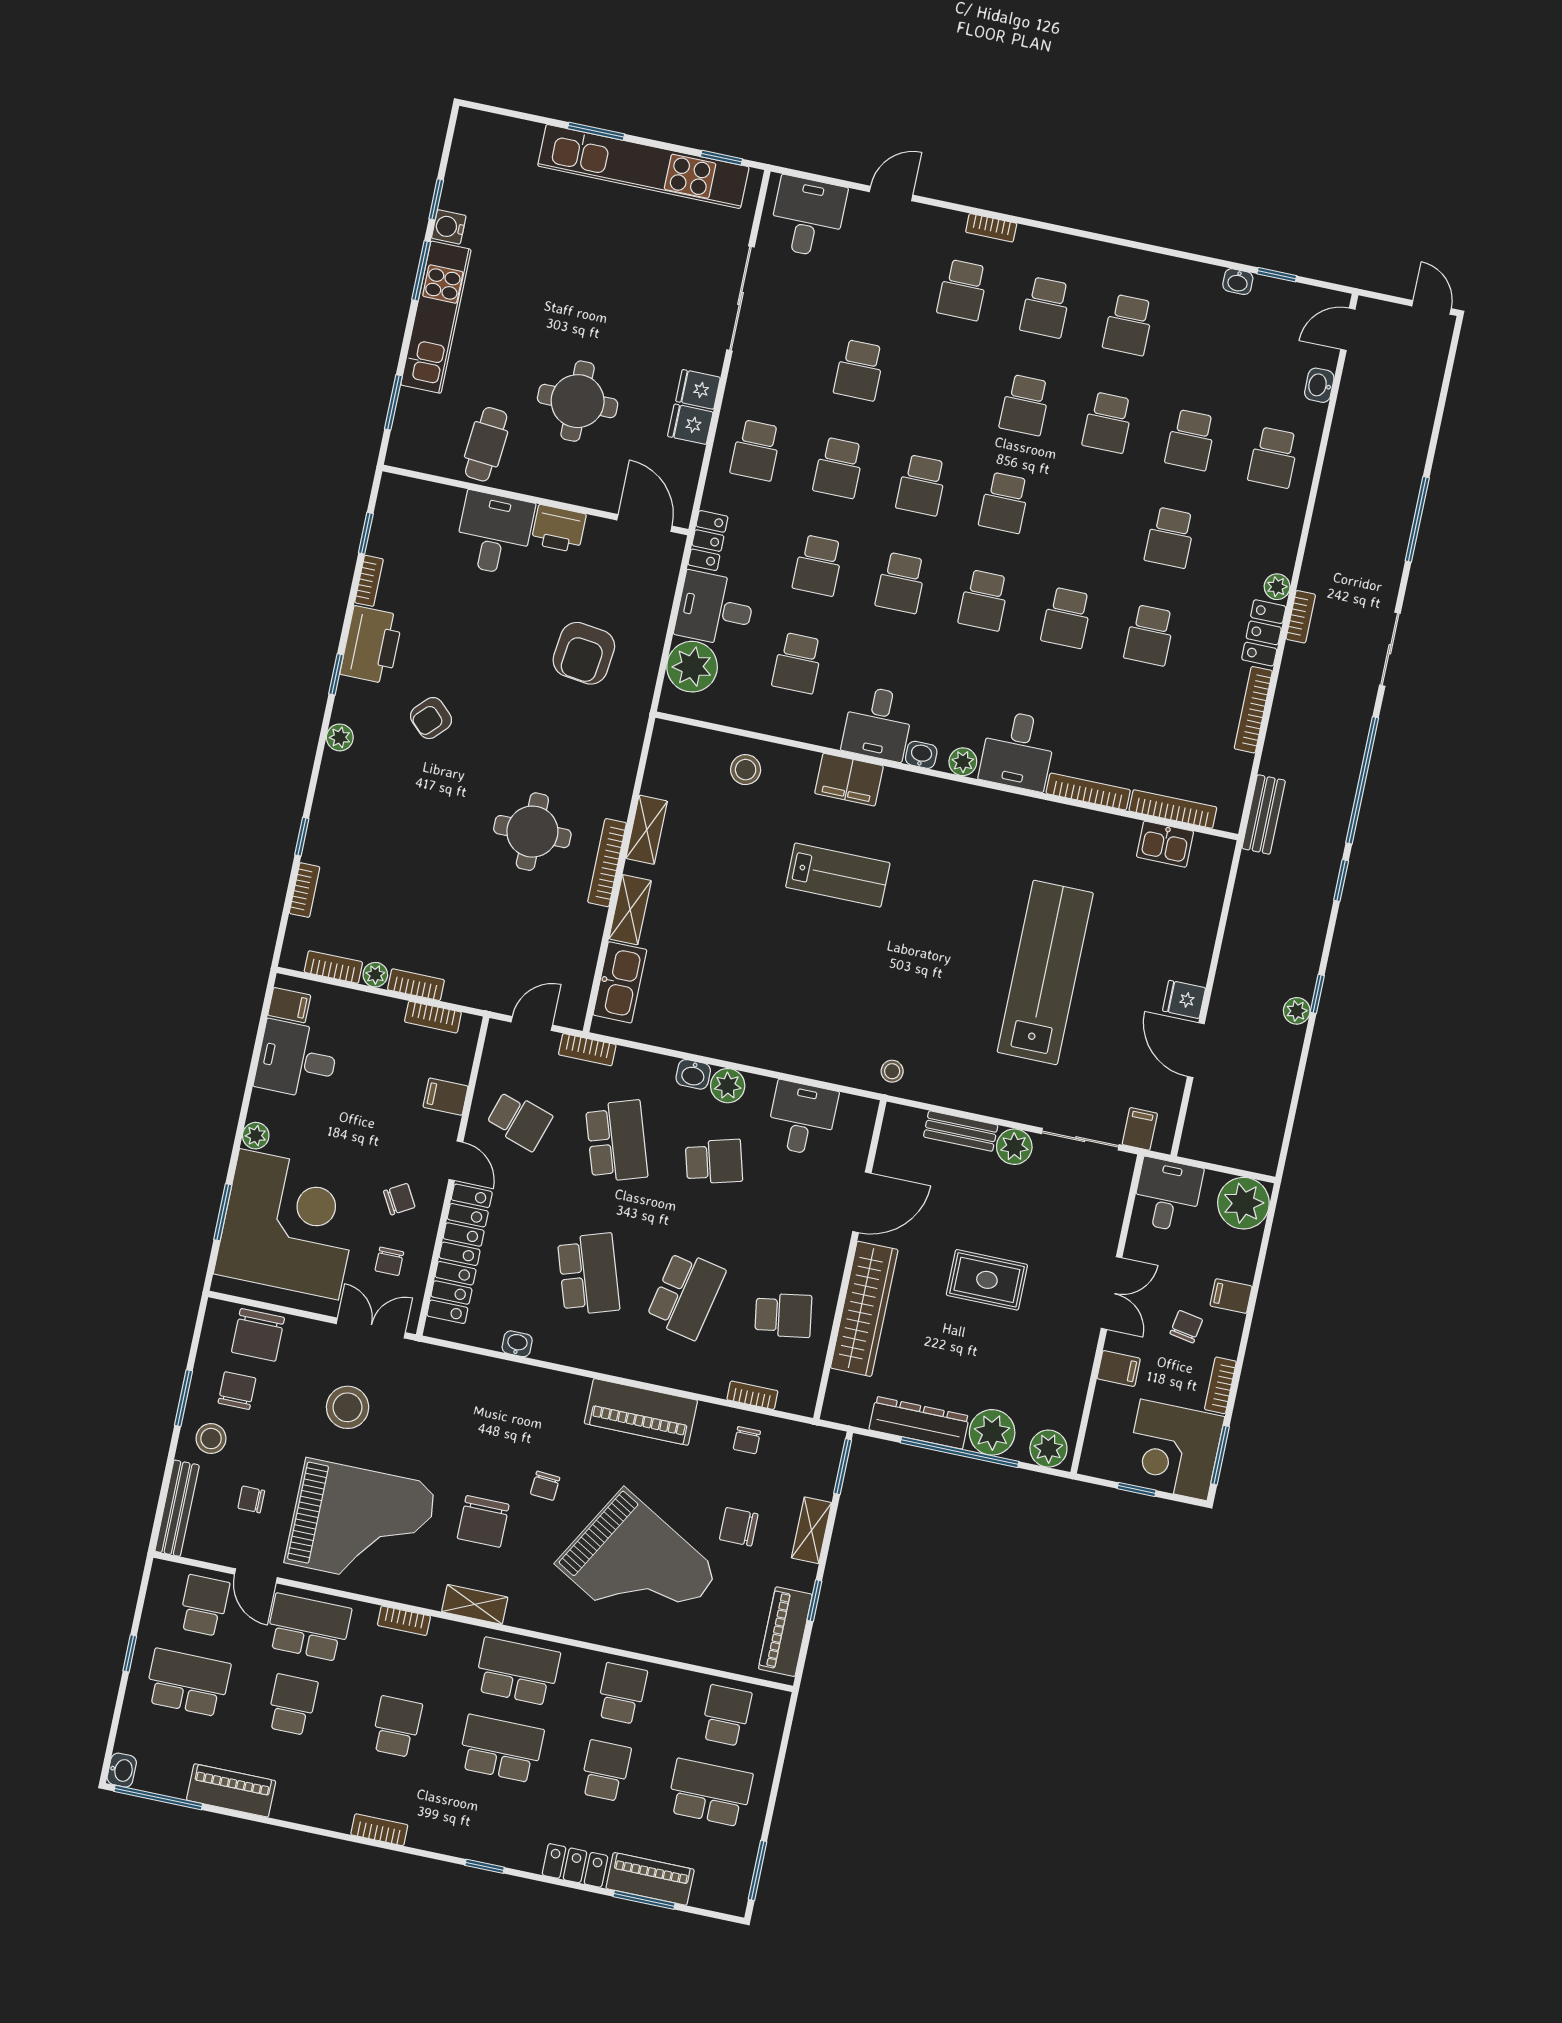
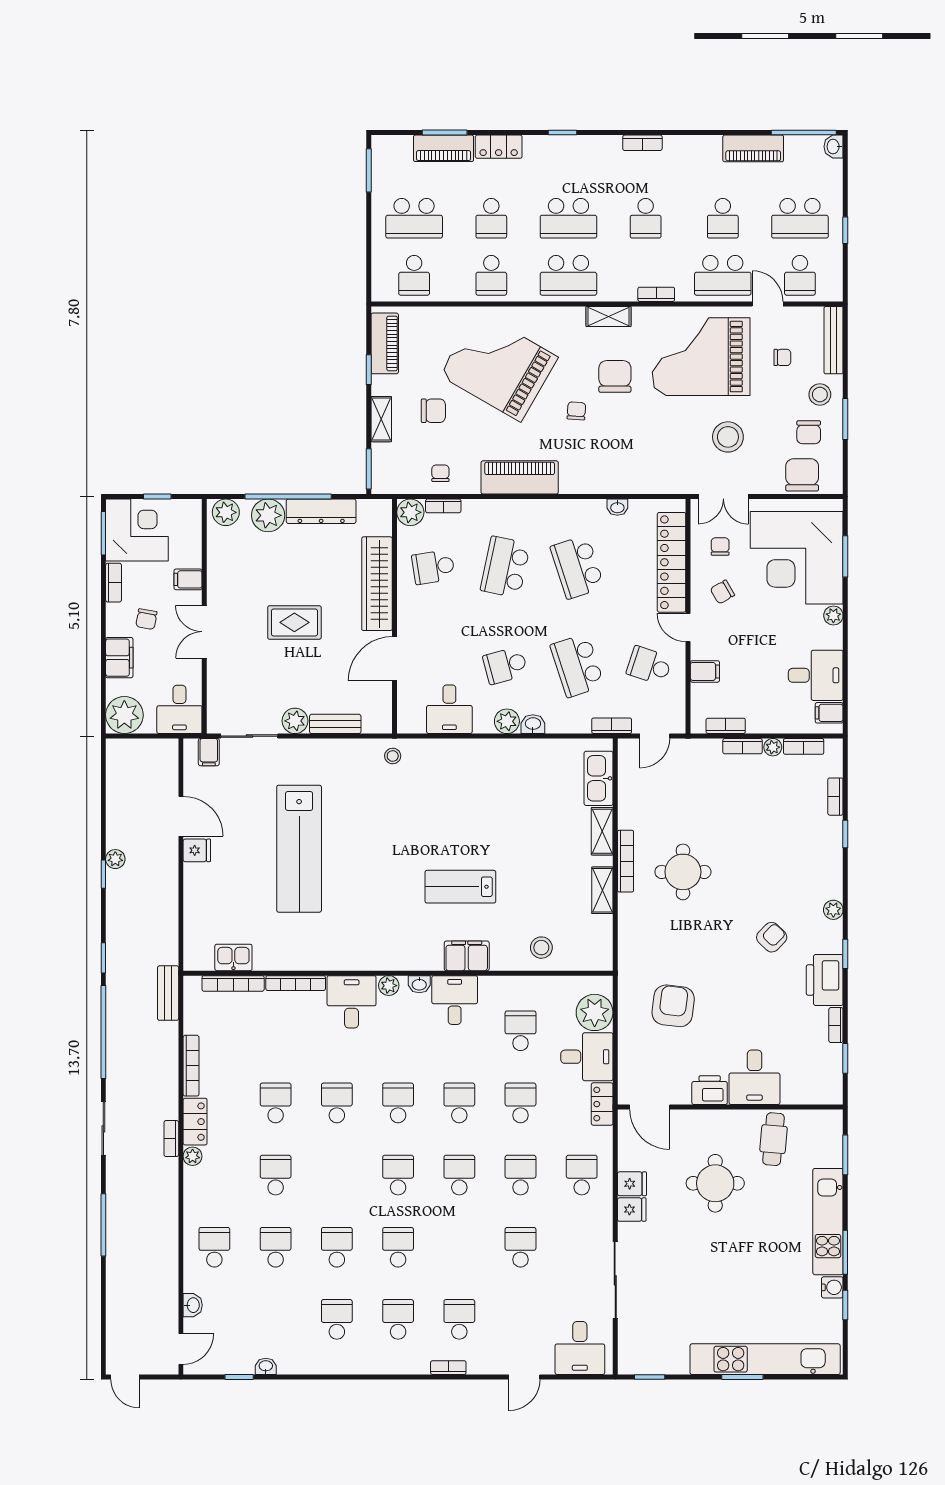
kitchen unit: (643, 166) -> (765, 1359), moved
filing cabinet: (1231, 1296) -> (119, 658), width x2.00
plant: (799, 1396) -> (410, 512), added

